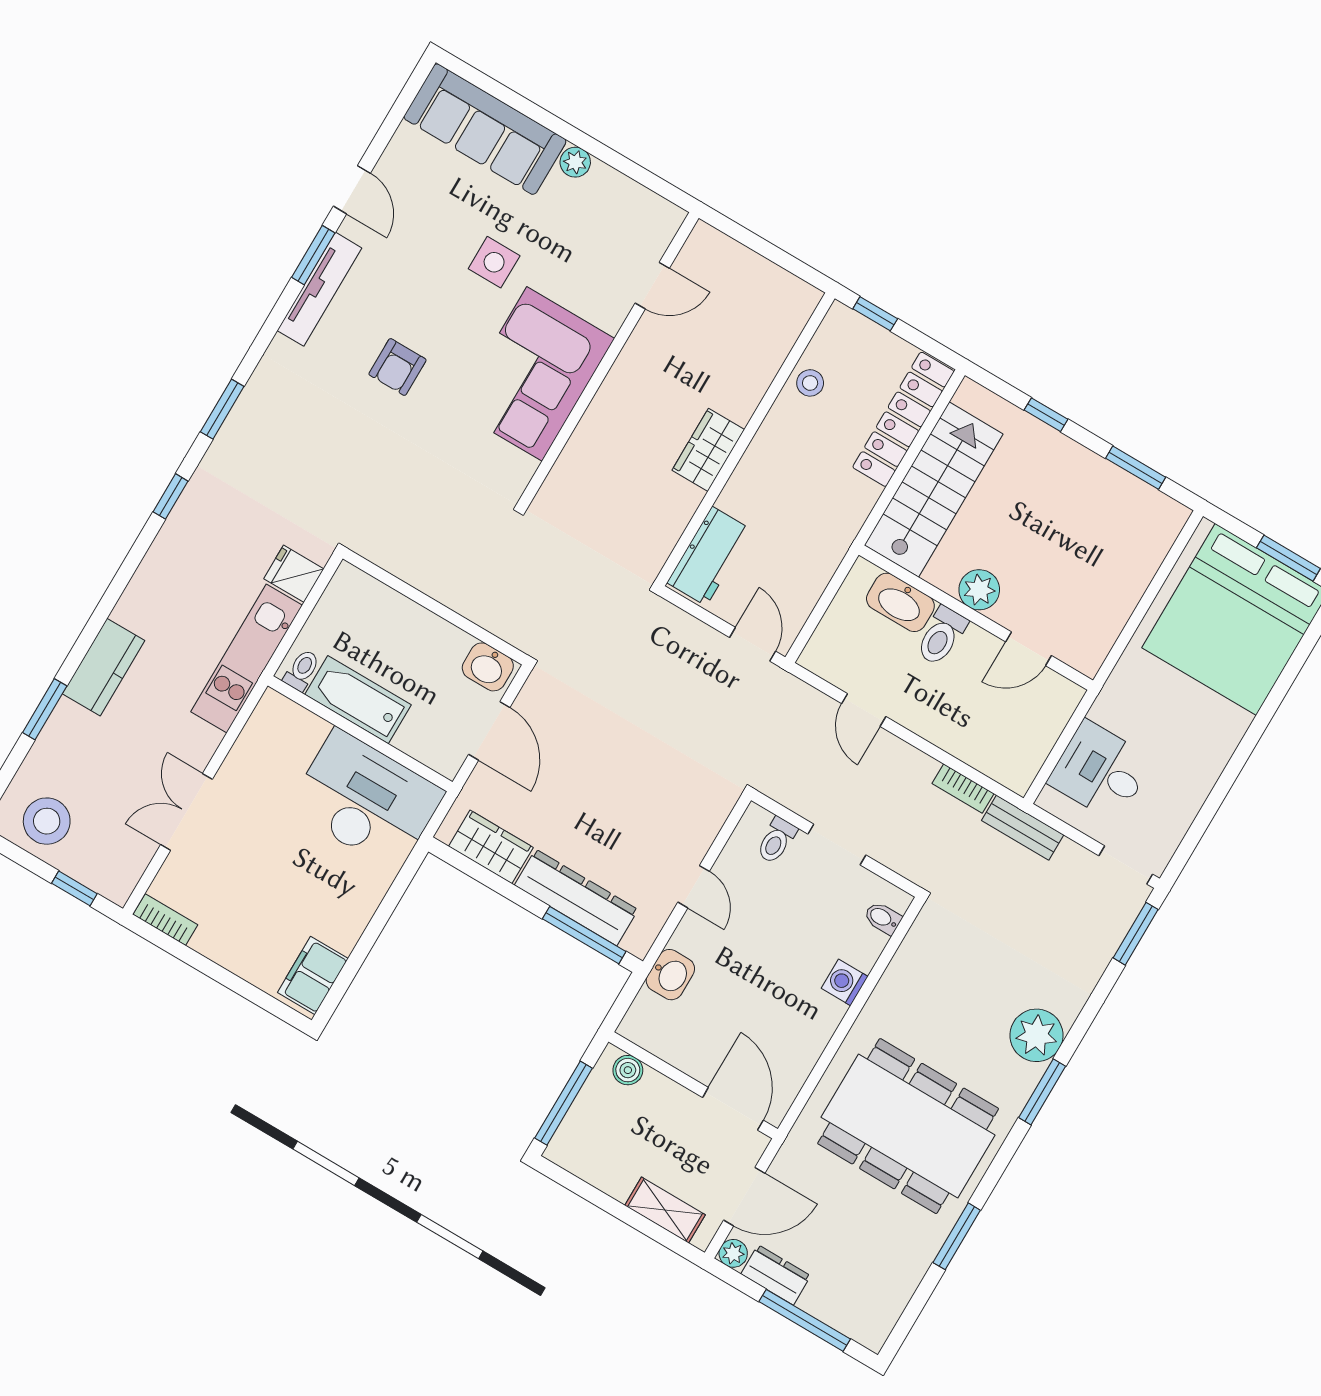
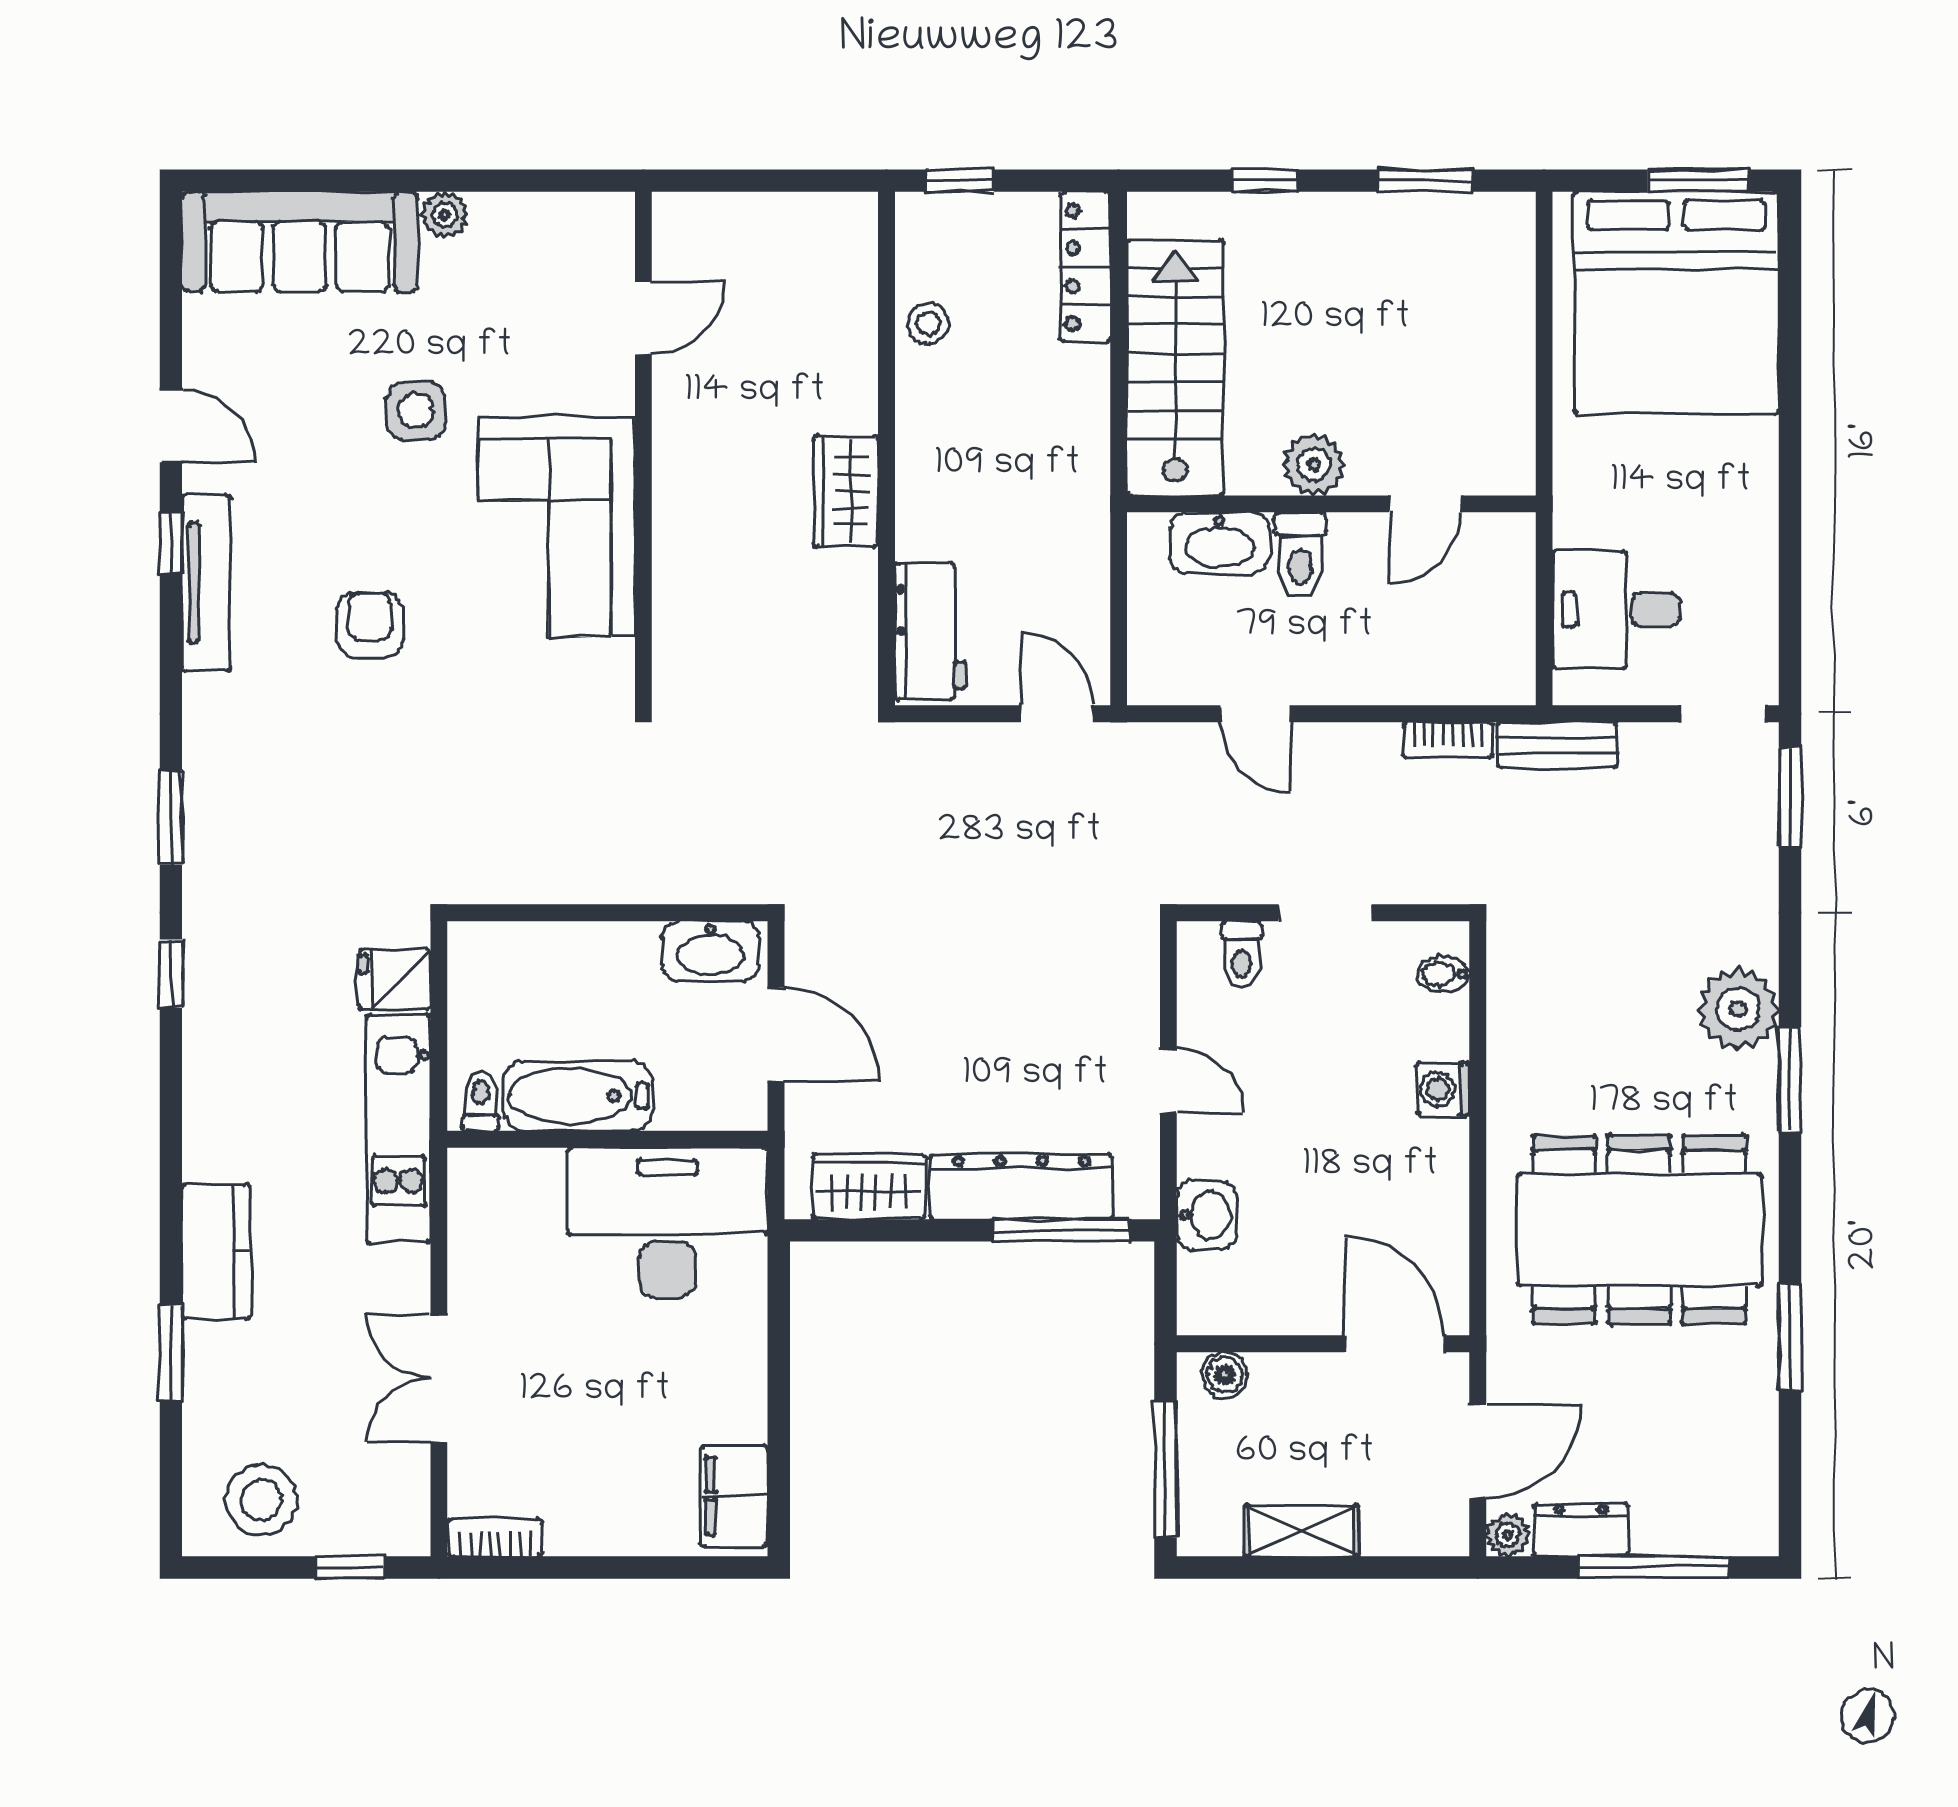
window: (313, 255) -> (171, 543), width x0.67
armchair: (397, 367) -> (370, 625), turned 180
locker: (903, 419) -> (1085, 267), width x0.71, depth x0.83
washbasin: (488, 667) -> (710, 951), width x1.38
shelving: (665, 1210) -> (1302, 1531), moved

